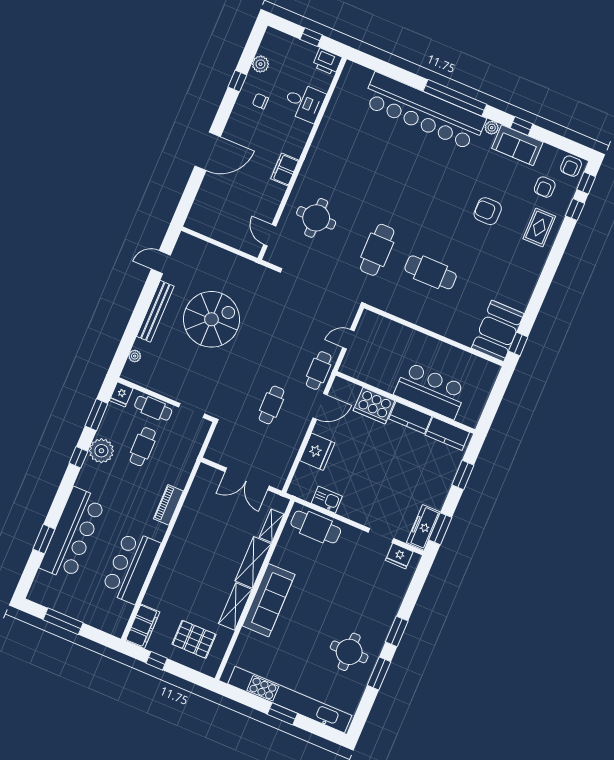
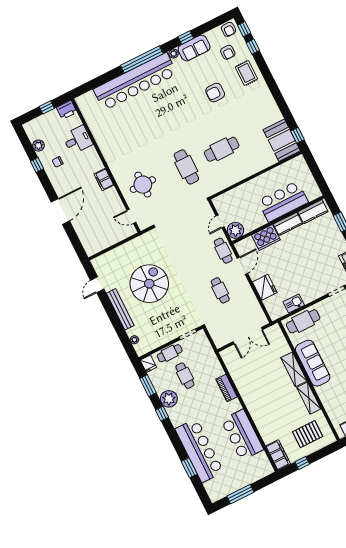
plant: (353, 365) -> (235, 230), added
shelving: (272, 526) -> (283, 344), removed
sofa: (269, 600) -> (313, 363), moved

